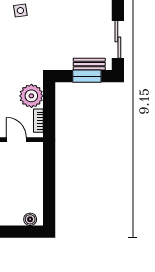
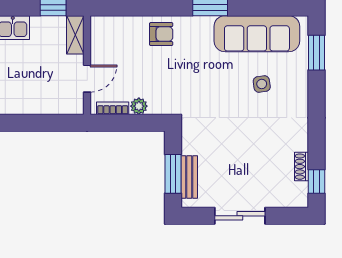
sliding door: (118, 39) -> (240, 216), moved
plant: (31, 96) -> (139, 106), width x0.53, depth x0.53

